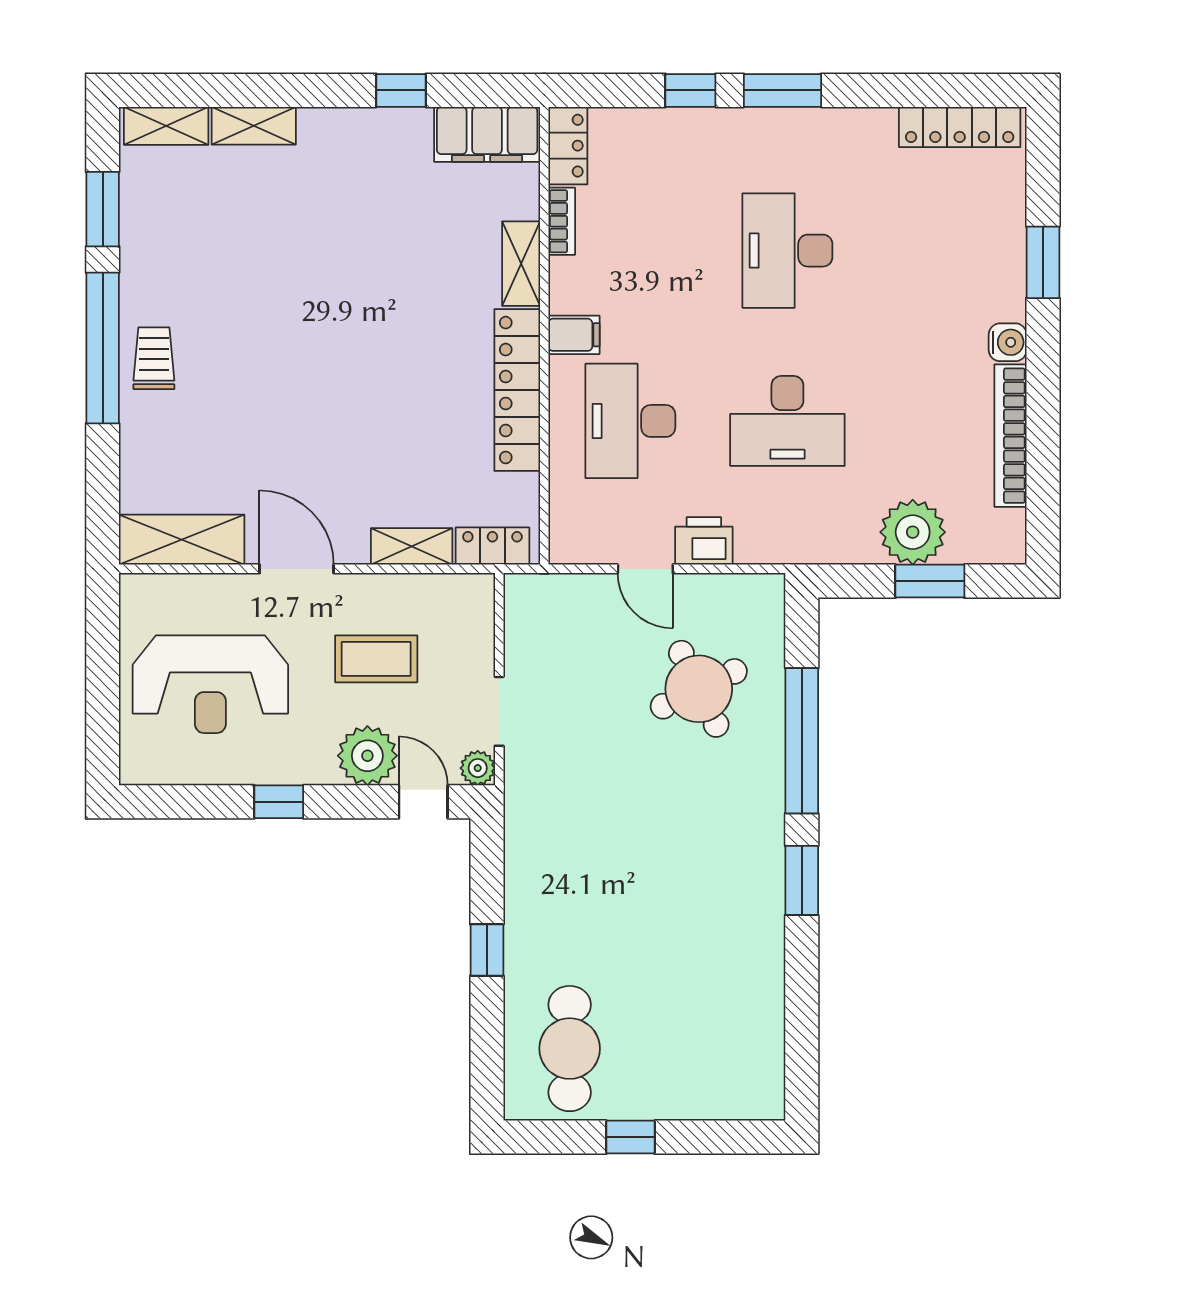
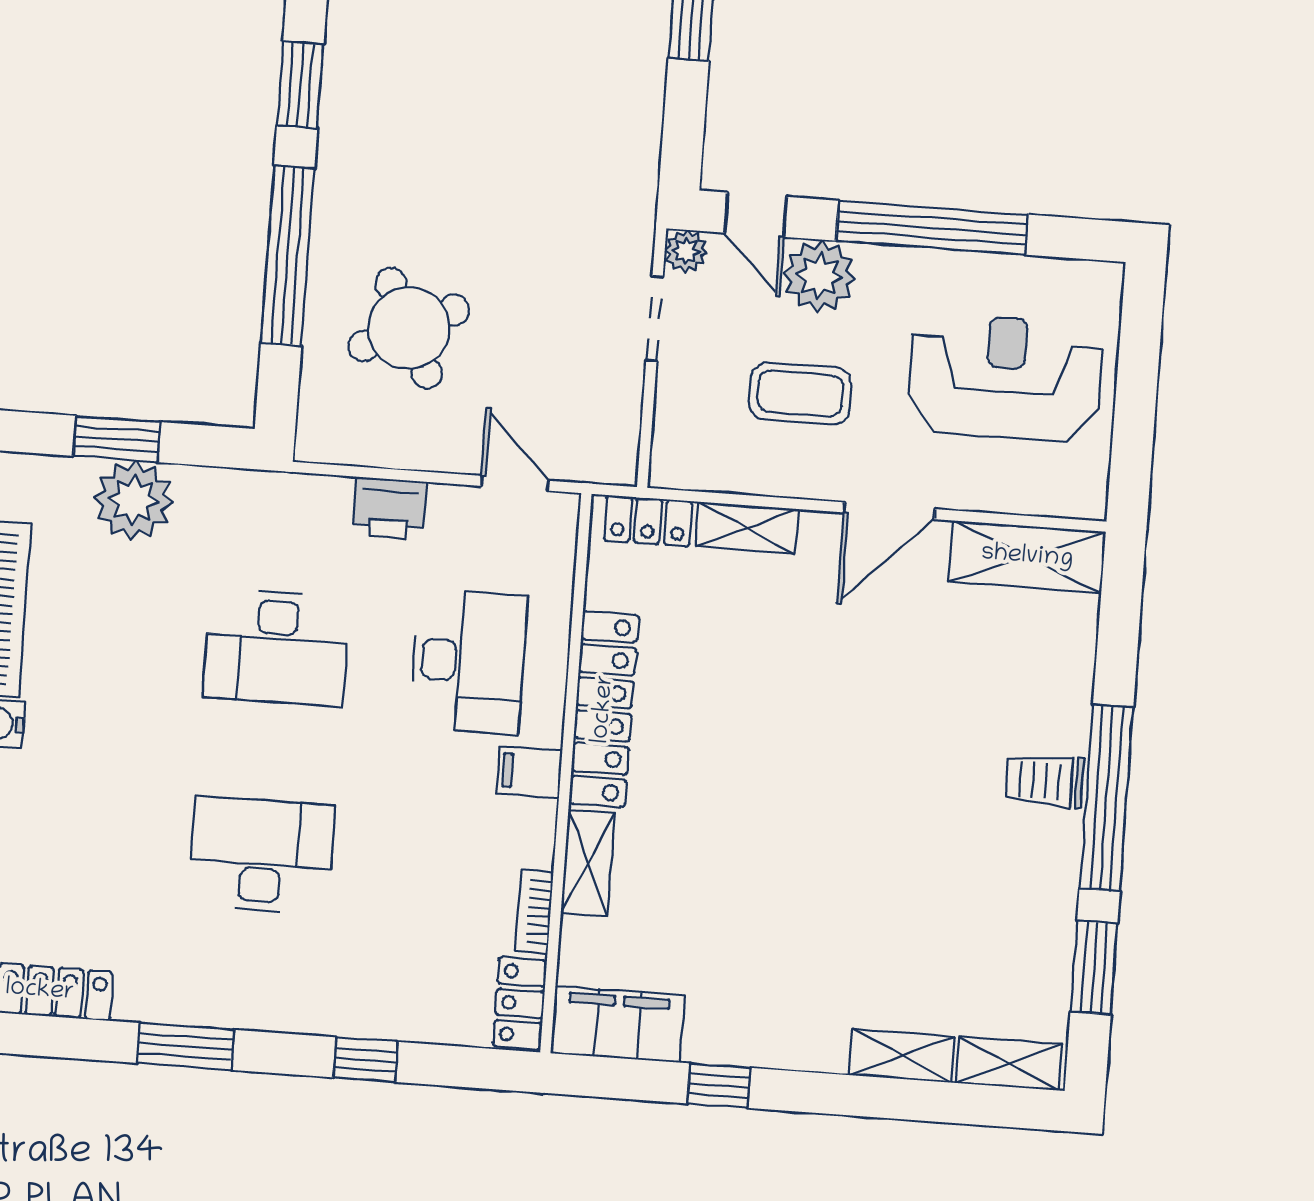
window: (782, 90) -> (185, 1046), moved
desk: (787, 251) -> (261, 855), turned -90
trolley: (154, 358) -> (1045, 781), turned 90
desk: (787, 421) -> (276, 647), turned 180
door: (297, 569) -> (889, 511), hinge flipped
door: (645, 569) -> (515, 483), moved
window: (279, 802) -> (932, 228), width x3.17

